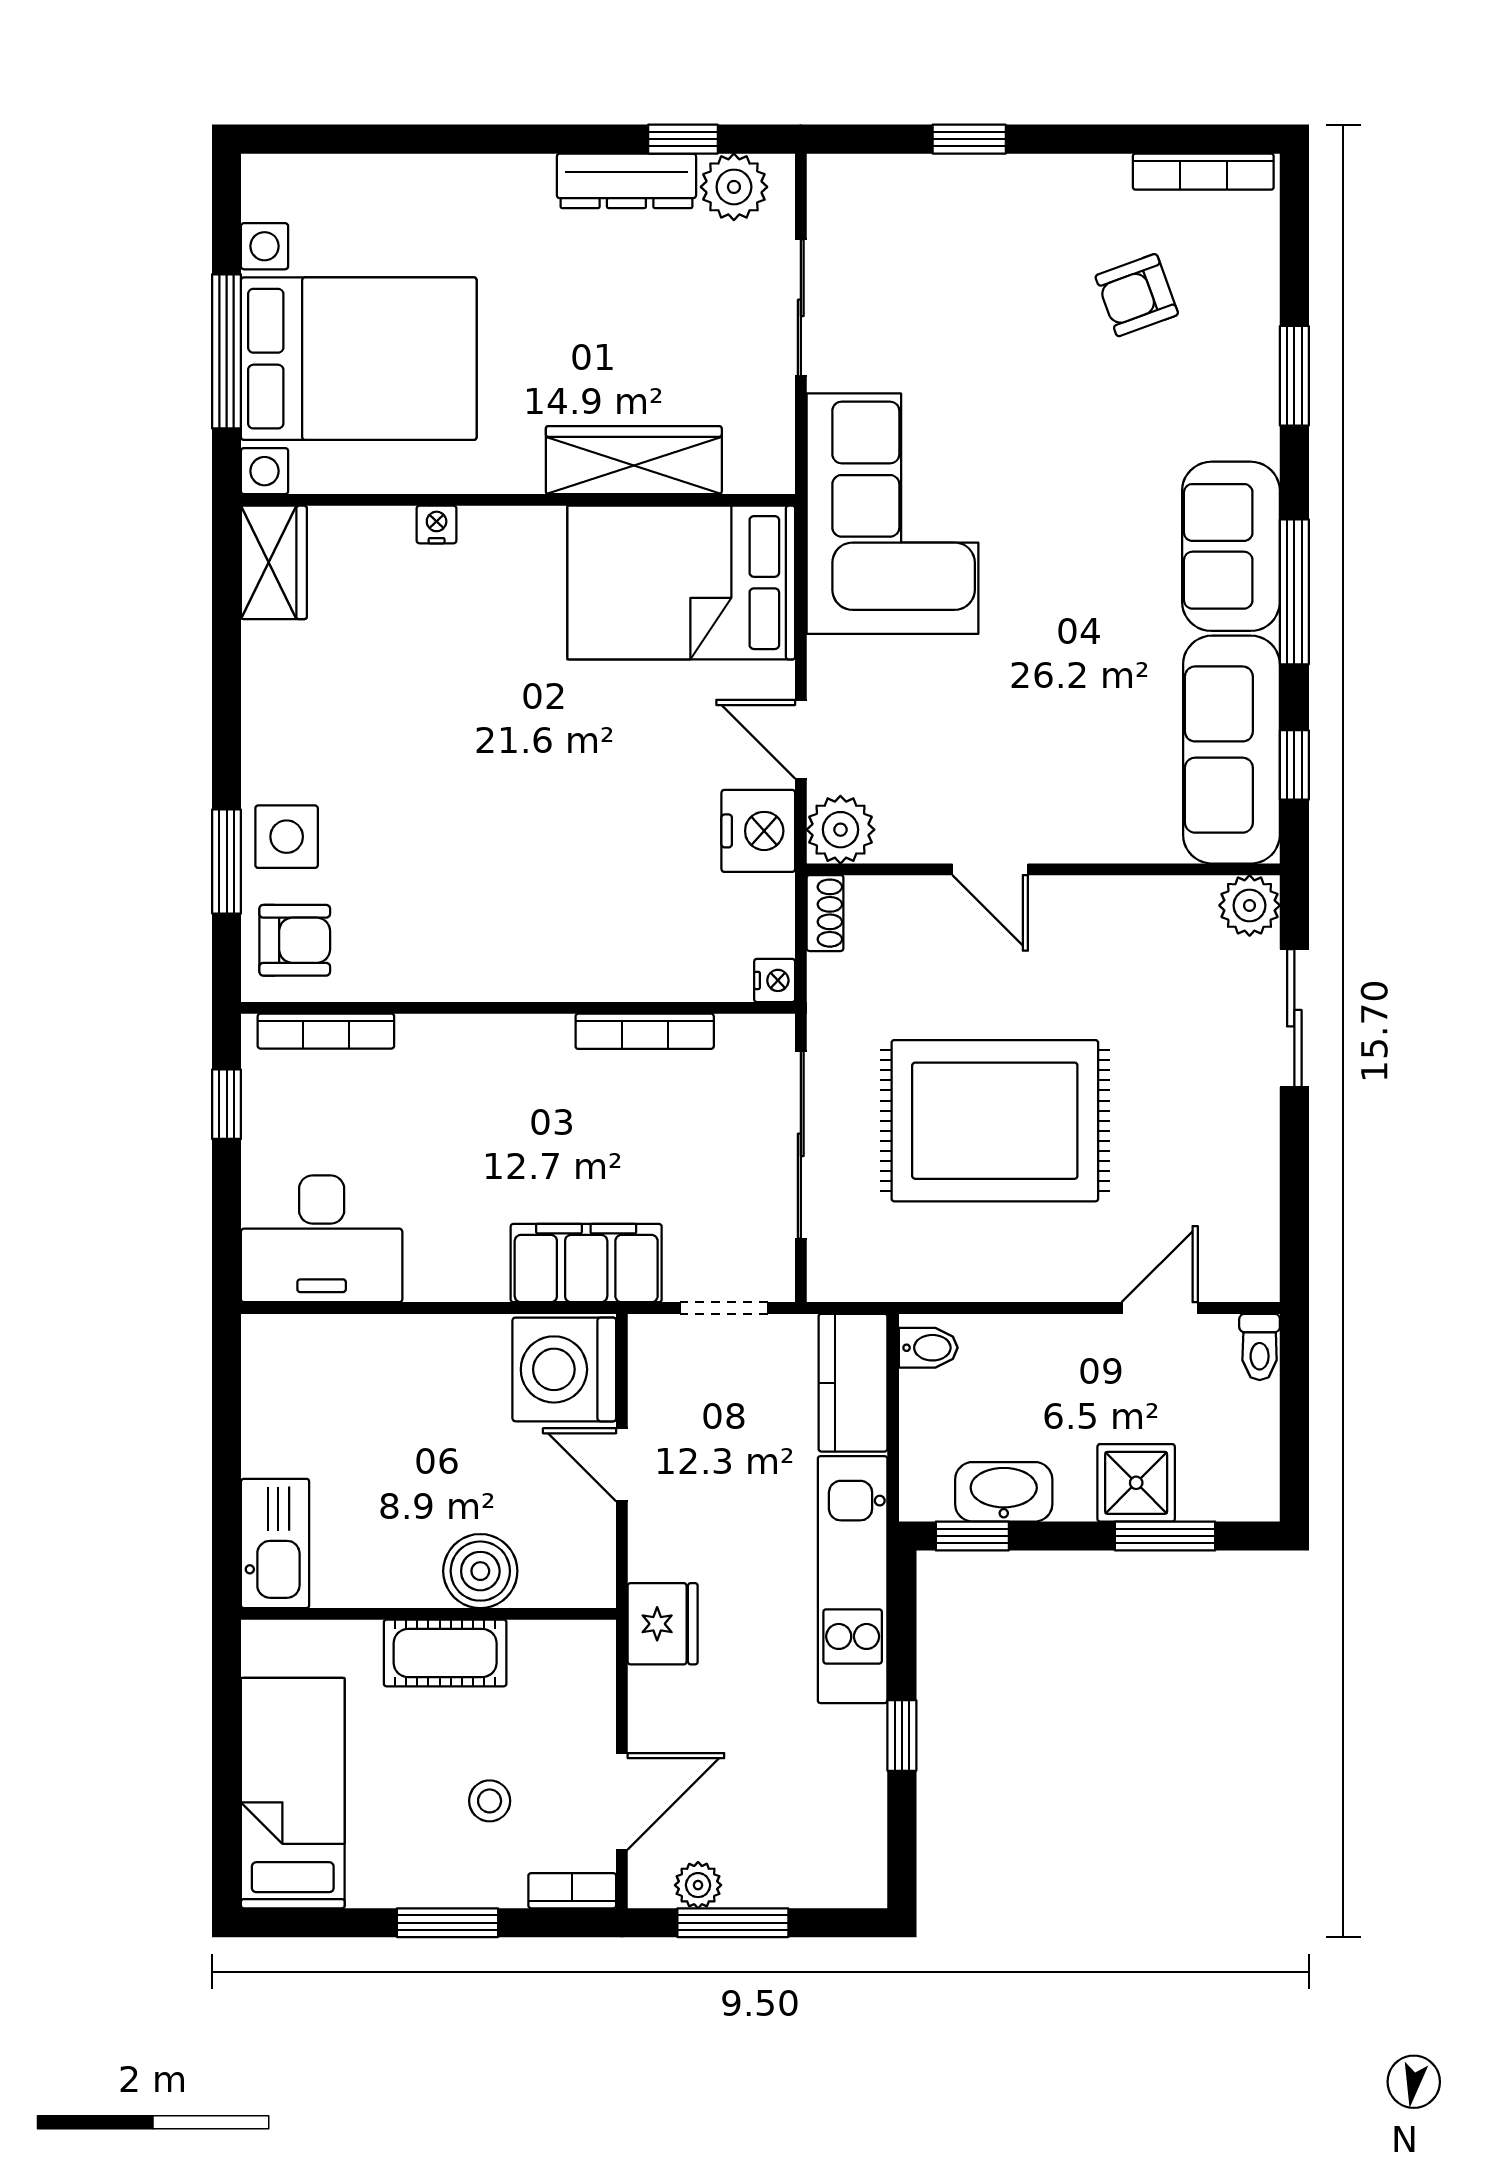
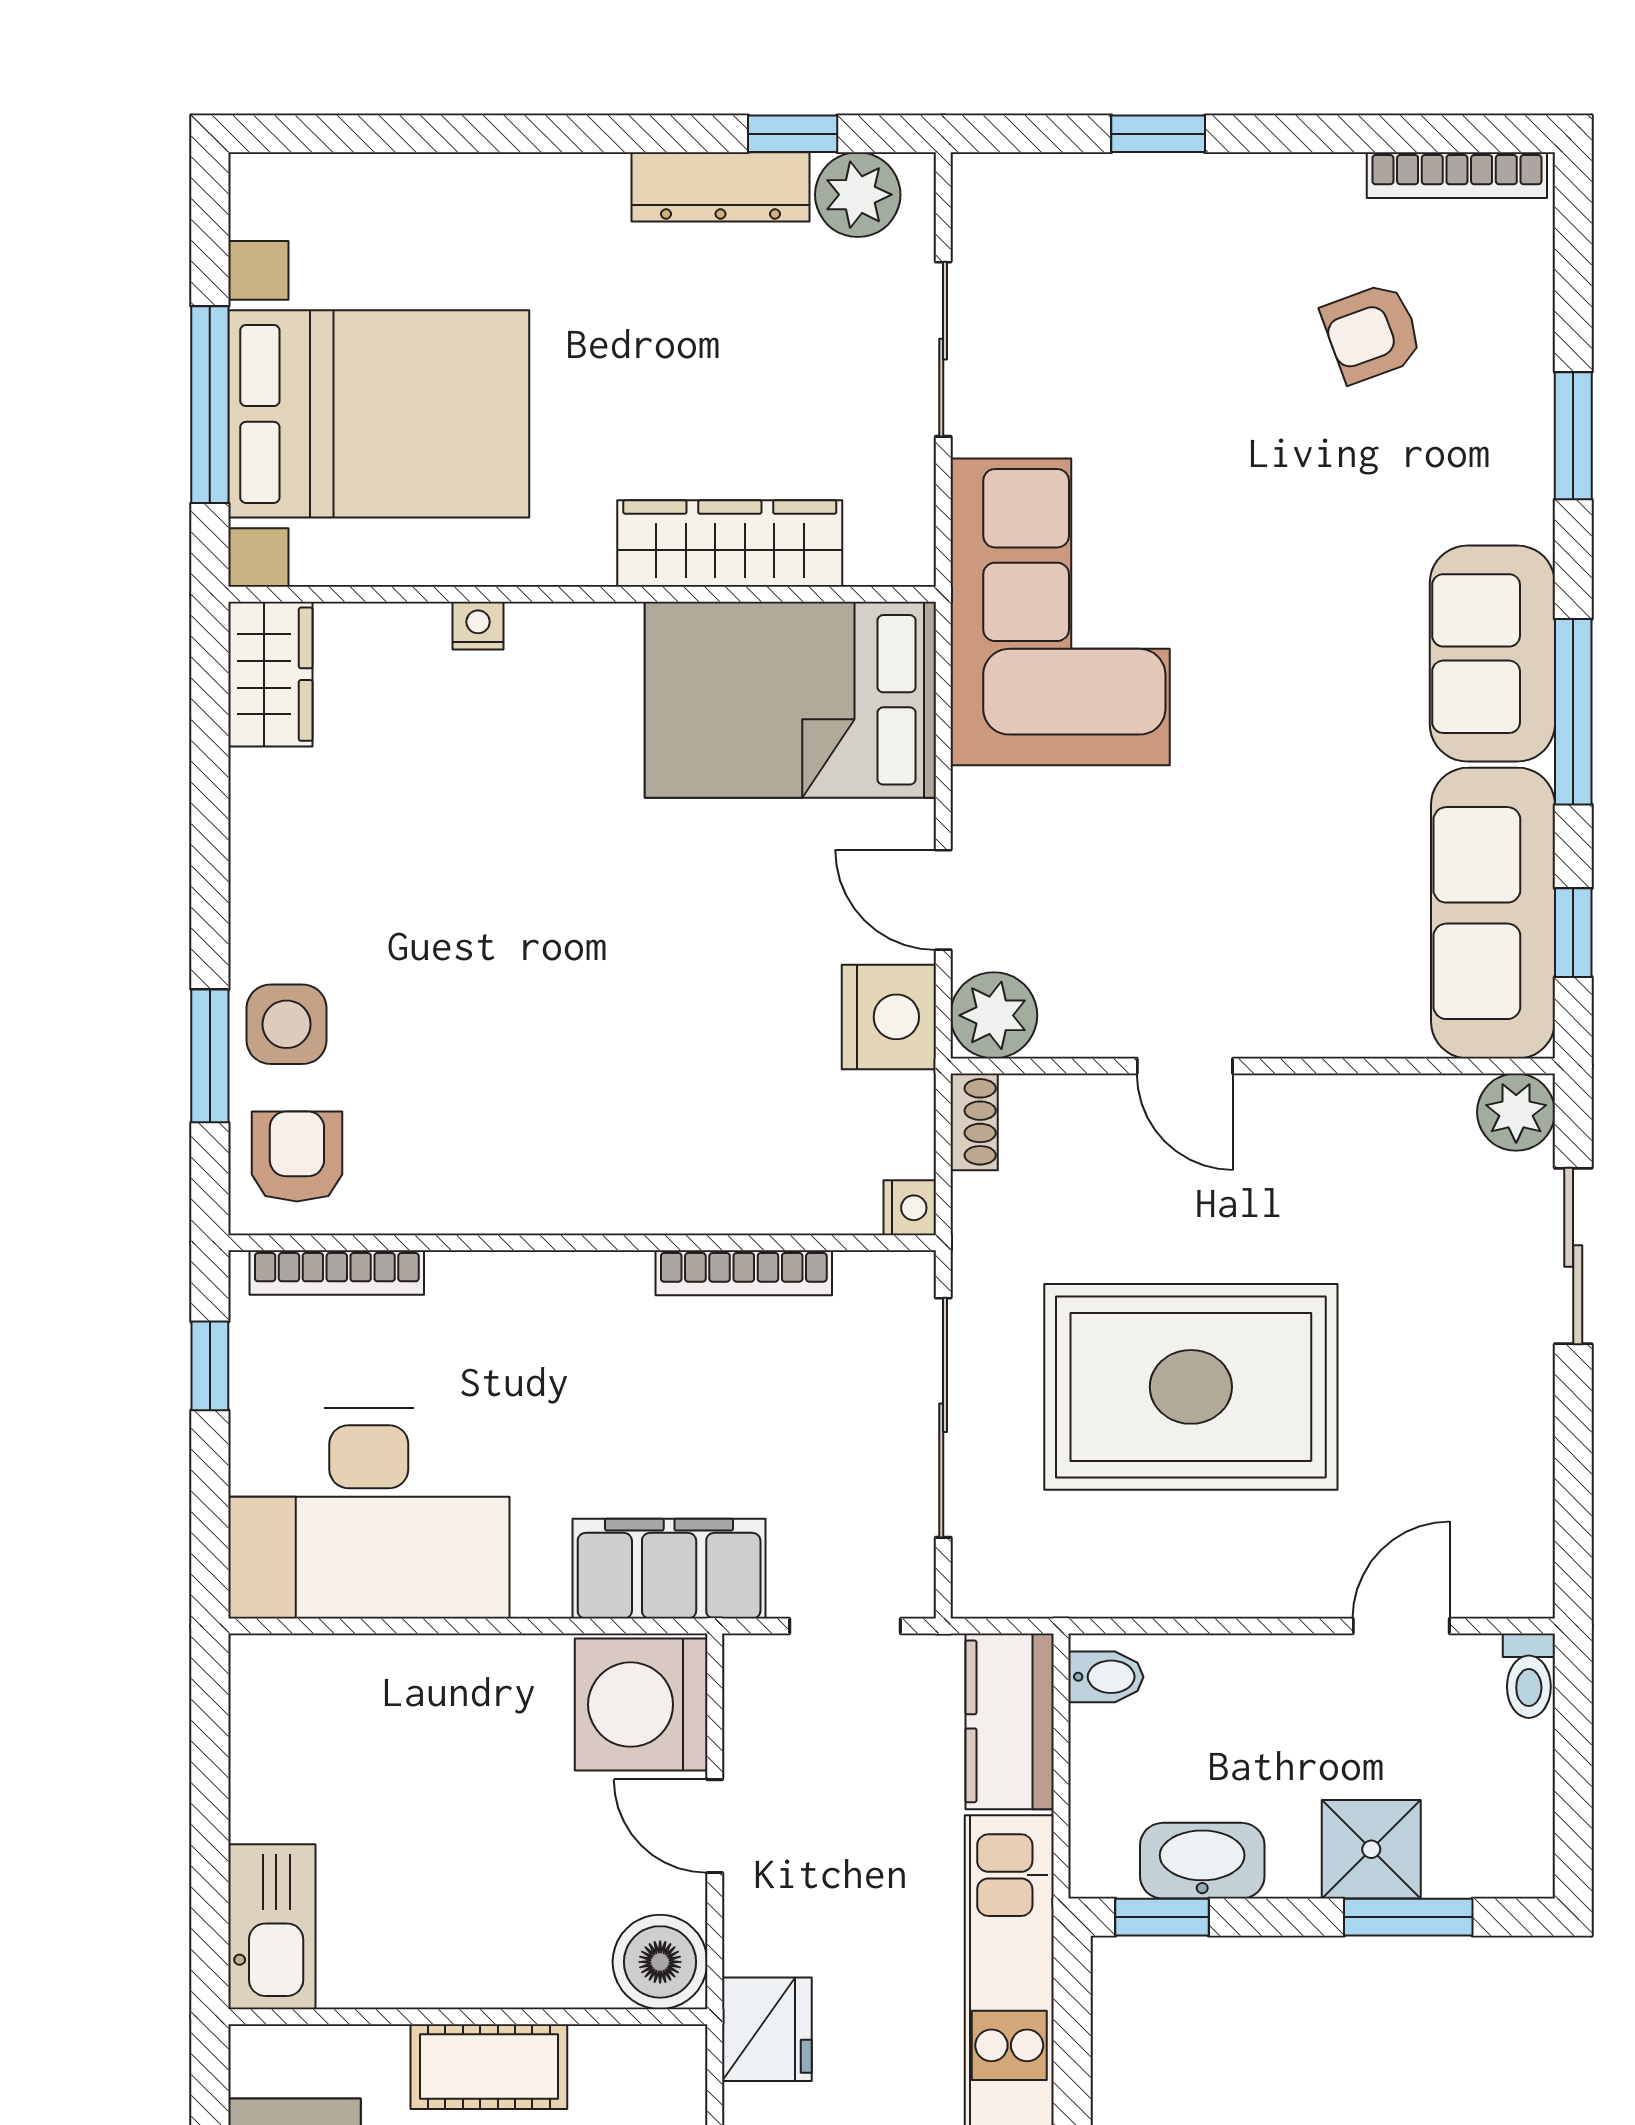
armchair: (295, 940) -> (297, 1157), turned -90
desk: (322, 1239) -> (369, 1513), width x1.36, depth x1.30
boiler: (480, 1571) -> (660, 1962), moved

